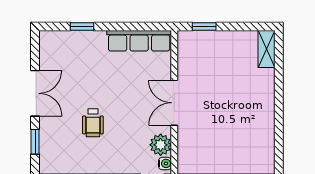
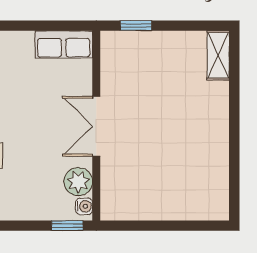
row of seats: (139, 41) -> (64, 44), width x0.68

